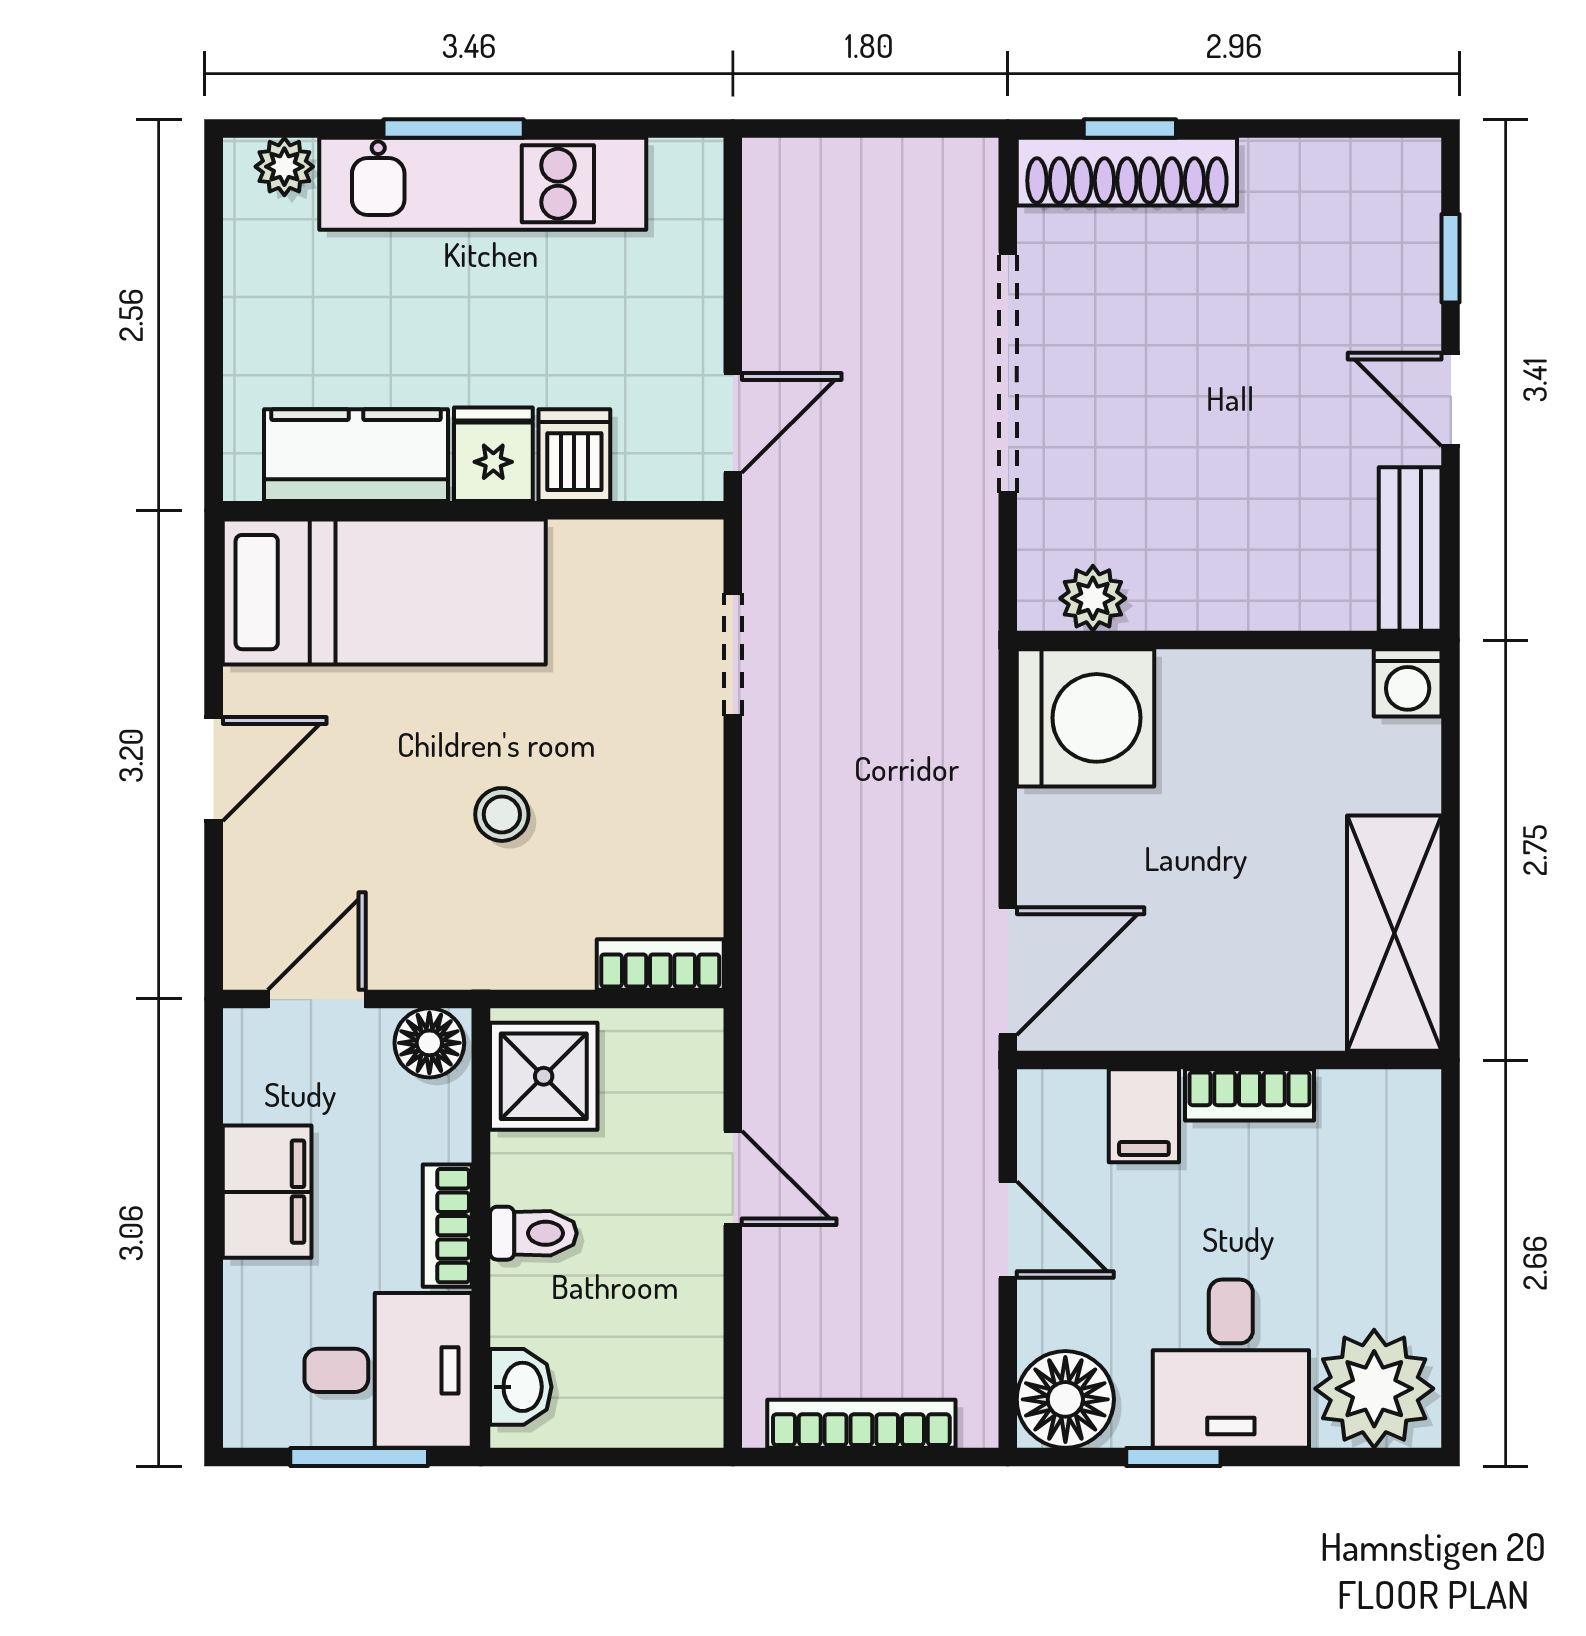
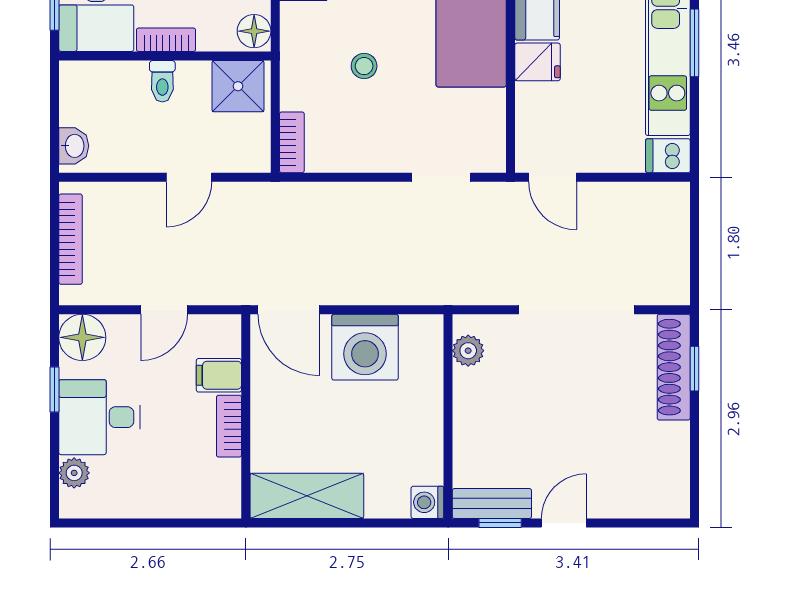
window: (1451, 258) -> (500, 523), moved
dishwasher: (574, 455) -> (668, 156), moved, turned 180
washing machine: (1086, 718) -> (365, 347), moved
washbasin: (521, 1387) -> (74, 146), moved, turned -90
plant: (1374, 1389) -> (74, 473), width x0.53, depth x0.53

